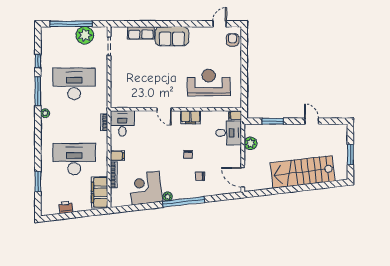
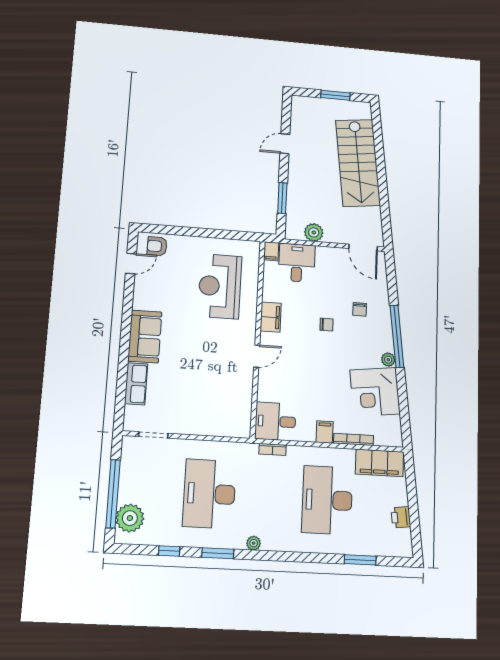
door: (220, 24) -> (131, 263), swing flipped
plant: (85, 35) -> (130, 518), moved
window: (38, 91) -> (218, 553), width x0.69
door: (243, 177) -> (363, 247), hinge flipped

